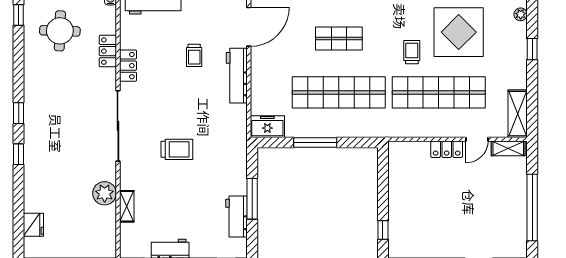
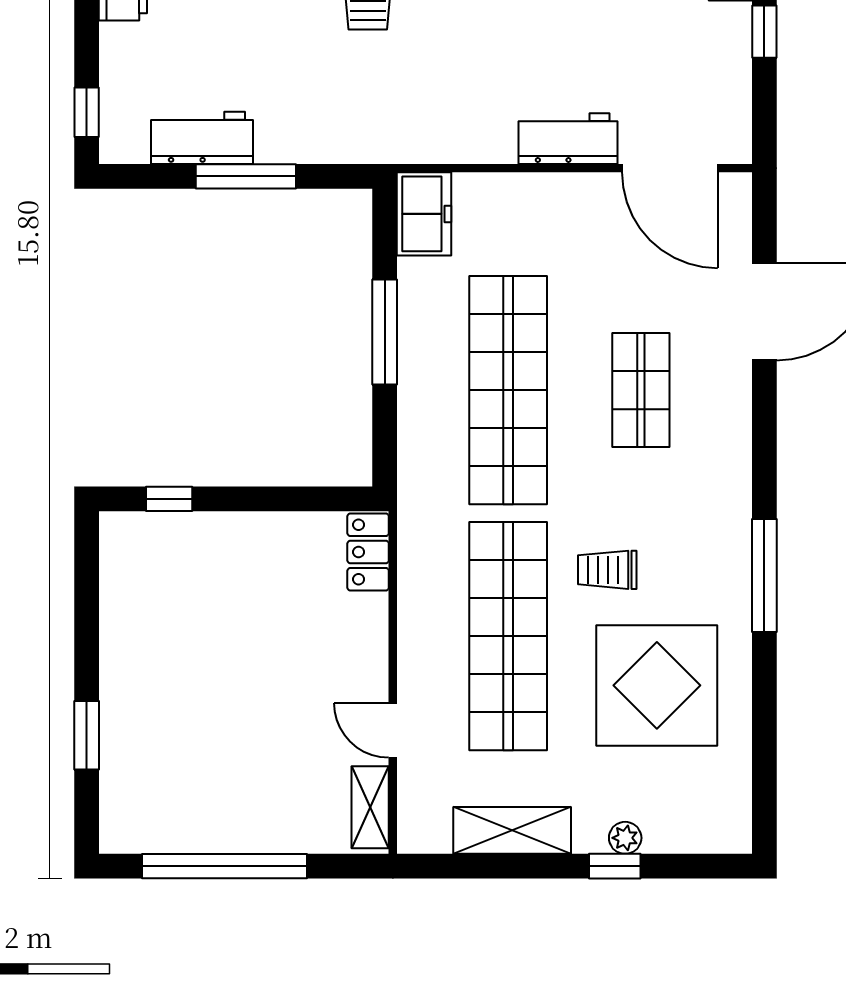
plant: (521, 14) -> (625, 838), moved
trolley: (412, 52) -> (607, 570), turned 180
trolley: (194, 55) -> (599, 34), removed
workbench: (237, 76) -> (568, 139), width x0.73
shelving: (518, 114) -> (512, 830), moved
locker: (447, 149) -> (368, 552), moved

